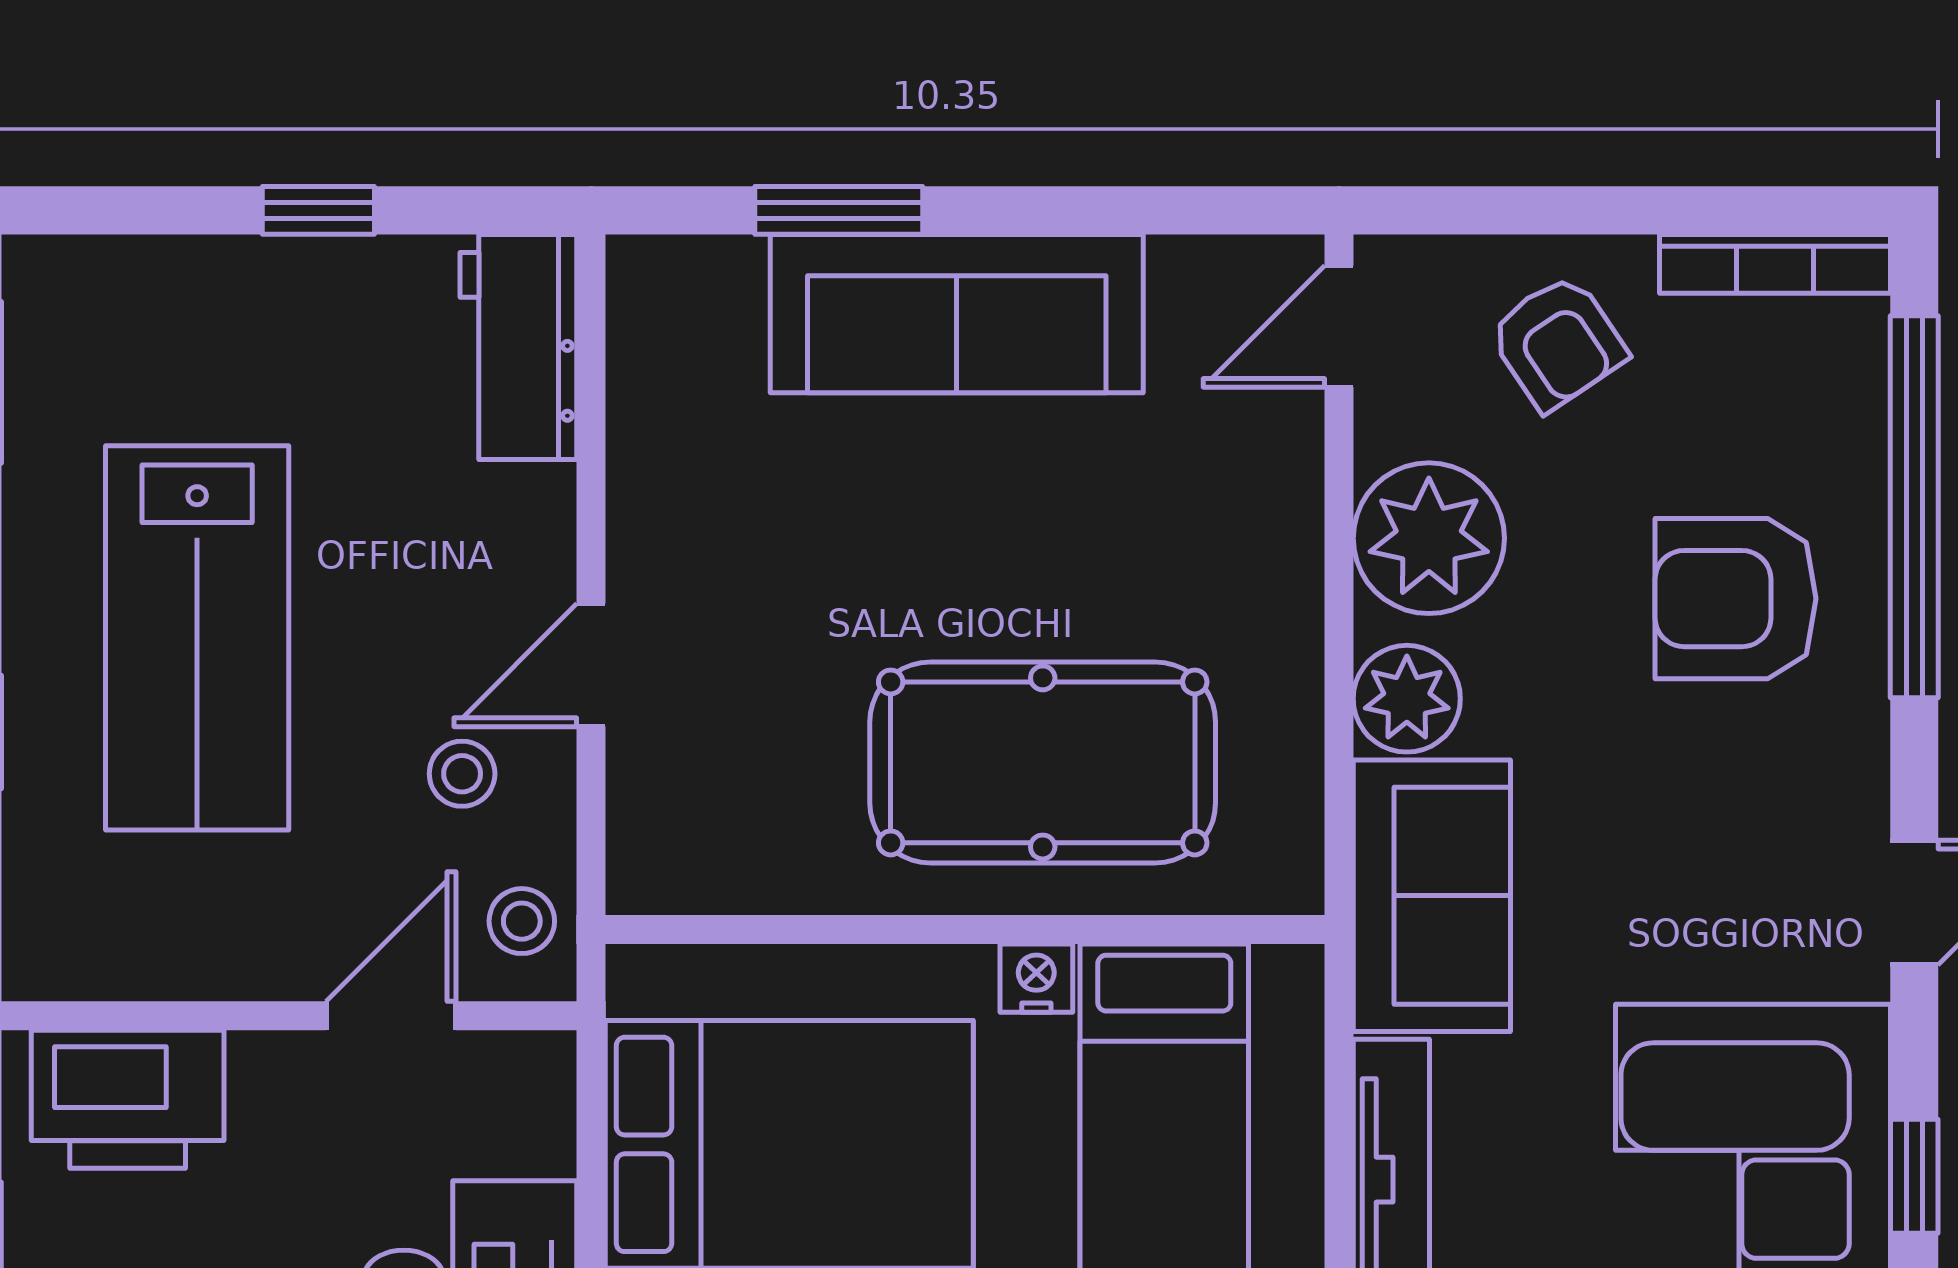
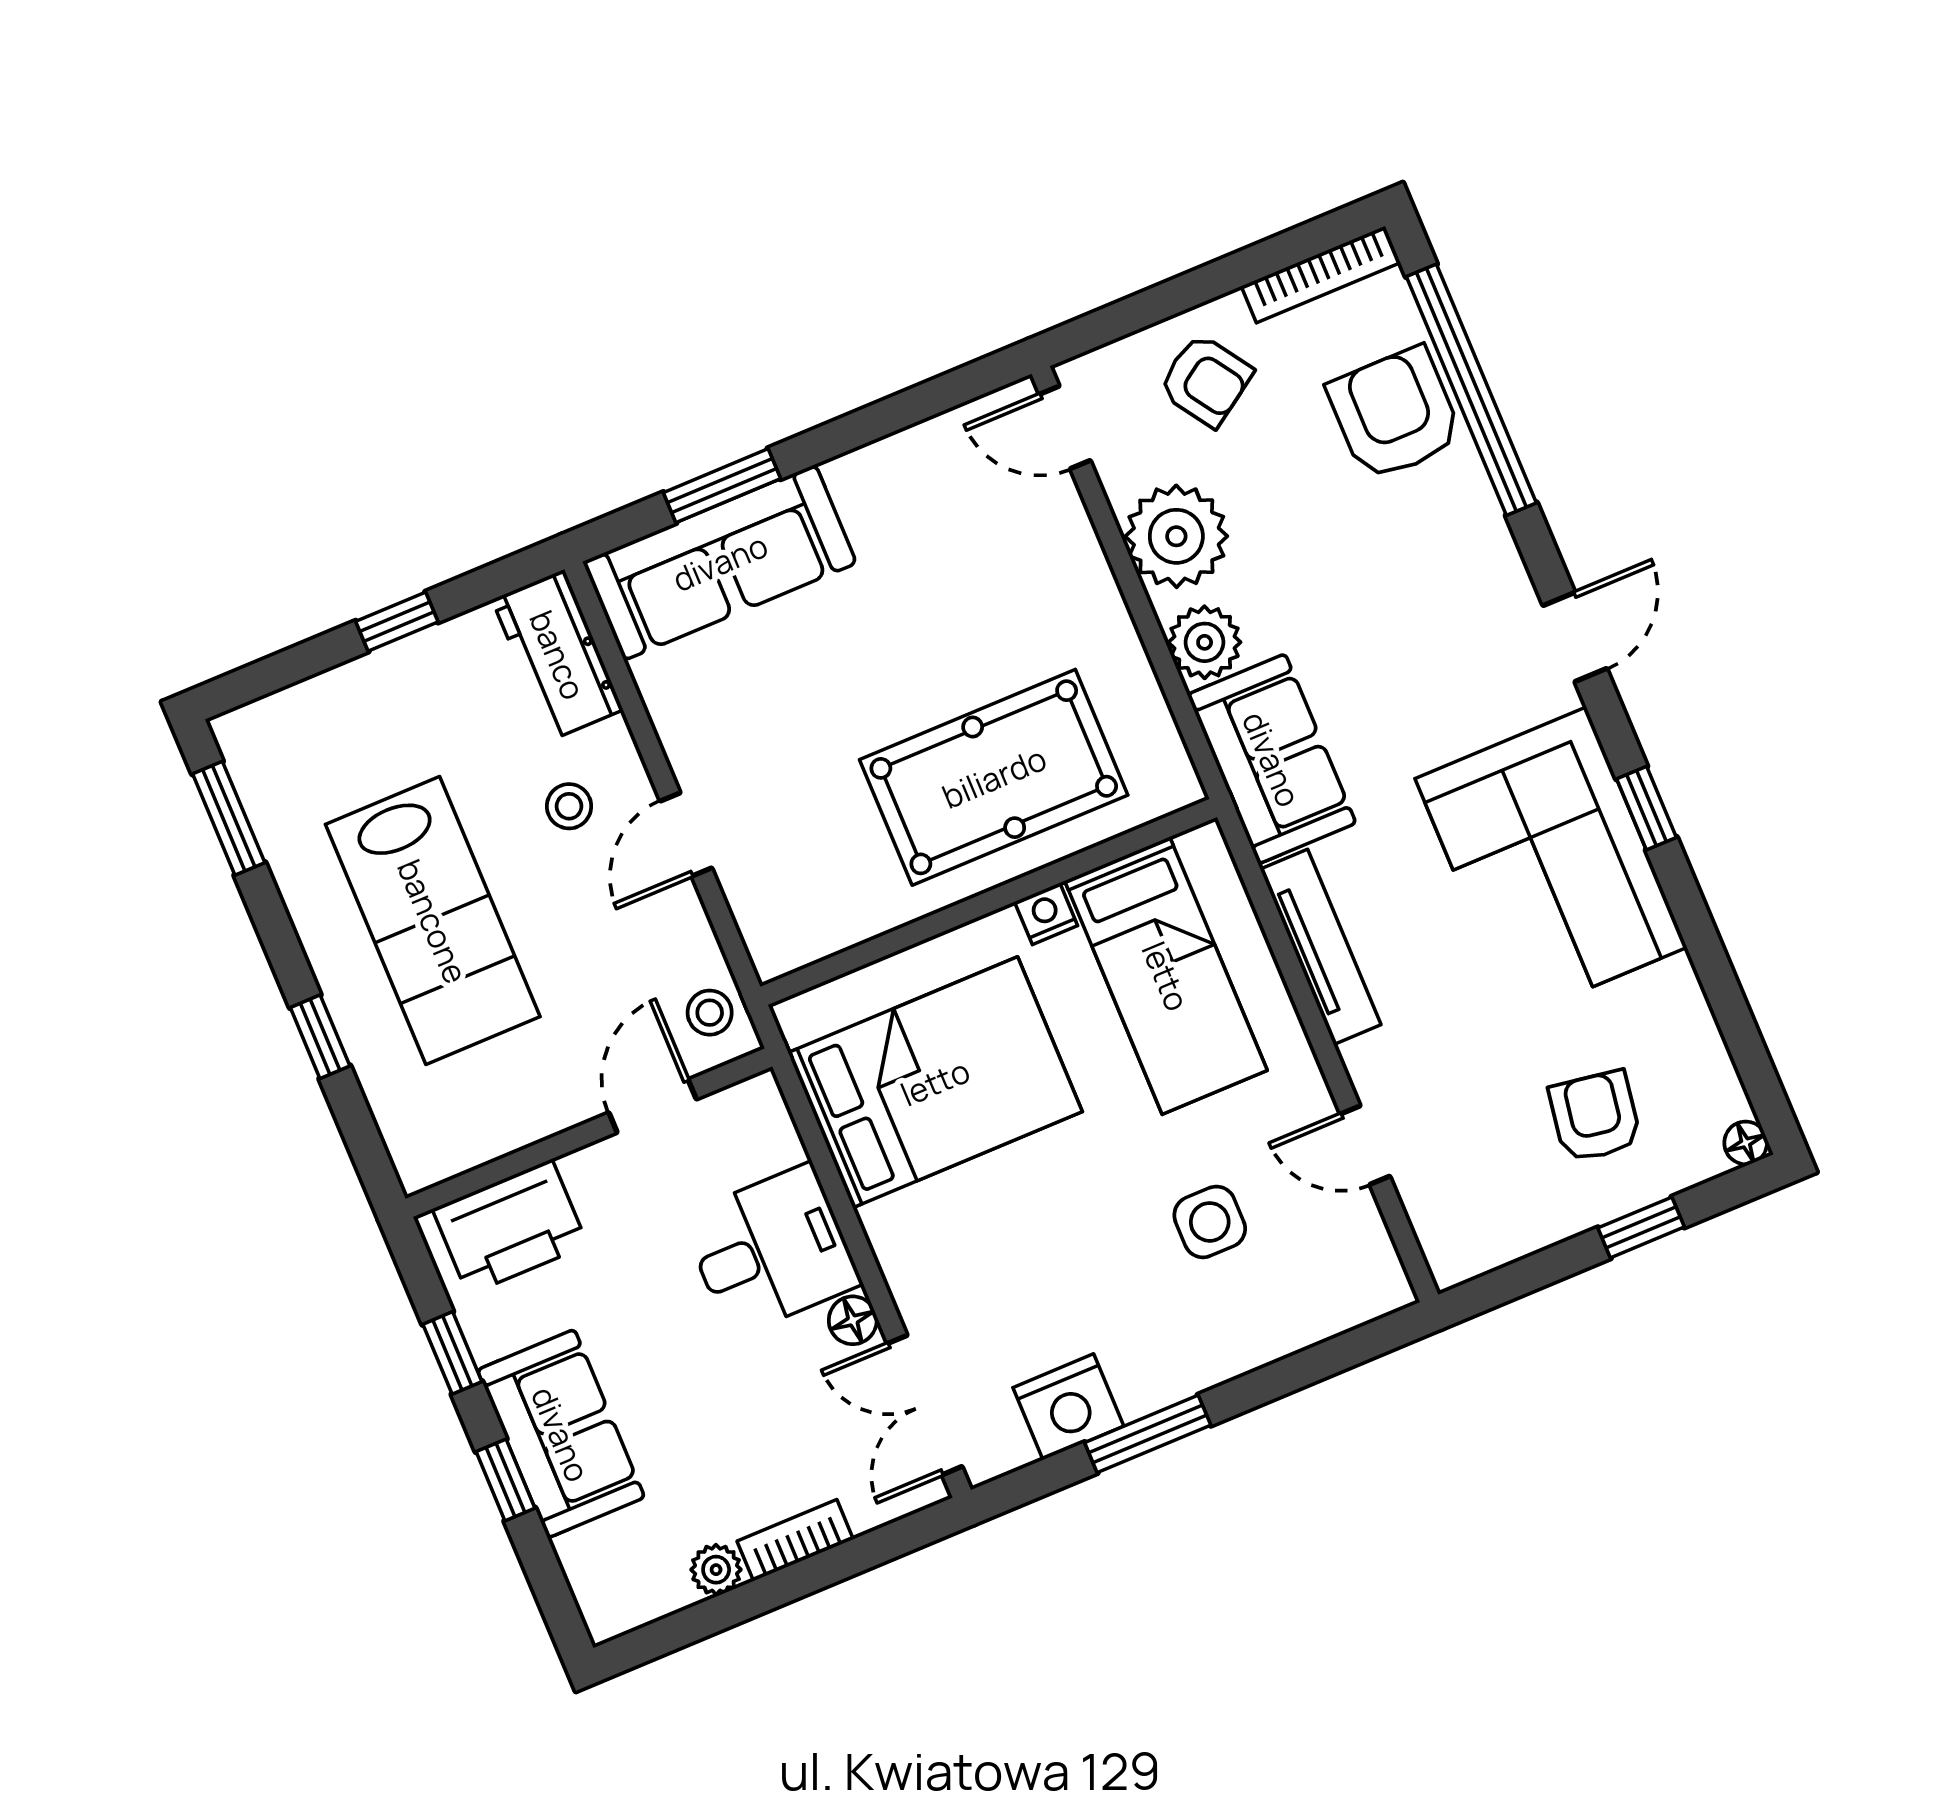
sofa: (957, 314) -> (720, 562), moved
door: (1339, 326) -> (1065, 427), hinge flipped
armchair: (1735, 599) -> (1395, 414), moved, turned 90
stool: (462, 774) -> (569, 806), moved

